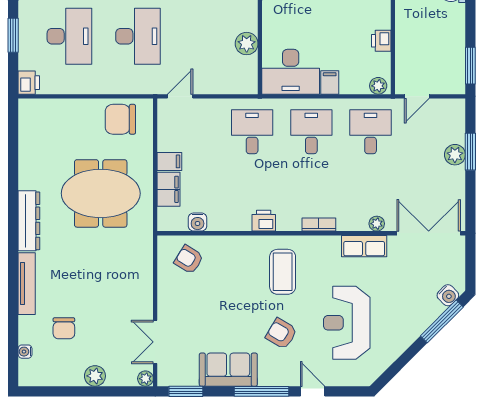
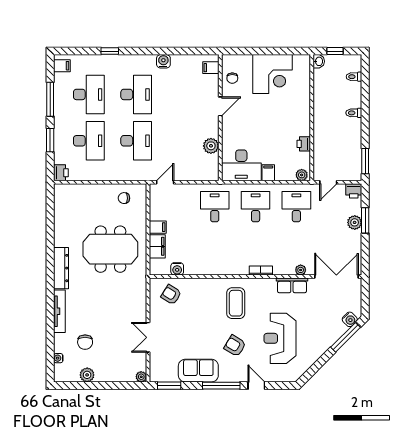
chair: (120, 119) -> (124, 198), width x0.54, depth x0.54
printer: (264, 221) -> (354, 191), moved, turned 180
double door: (155, 342) -> (148, 337), moved
plant: (95, 376) -> (87, 375), moved

